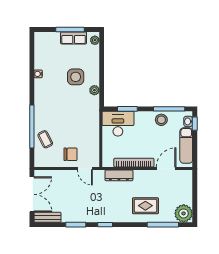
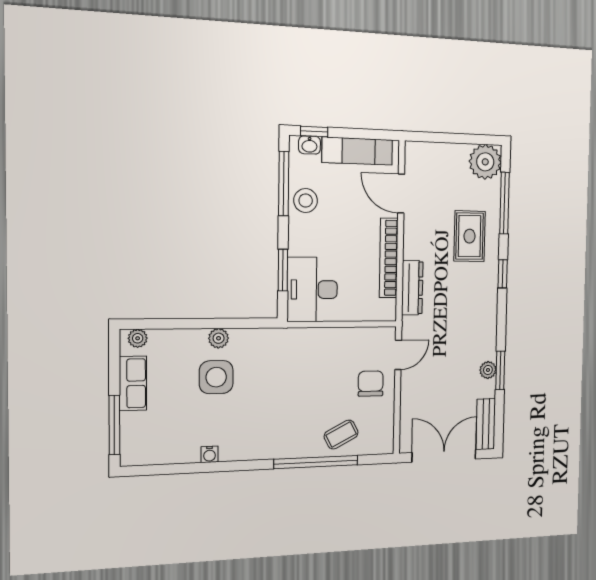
window: (70, 30) -> (114, 425), moved
plant: (94, 90) -> (219, 338), moved
plant: (76, 218) -> (488, 370), added
window: (105, 225) -> (503, 274), moved

